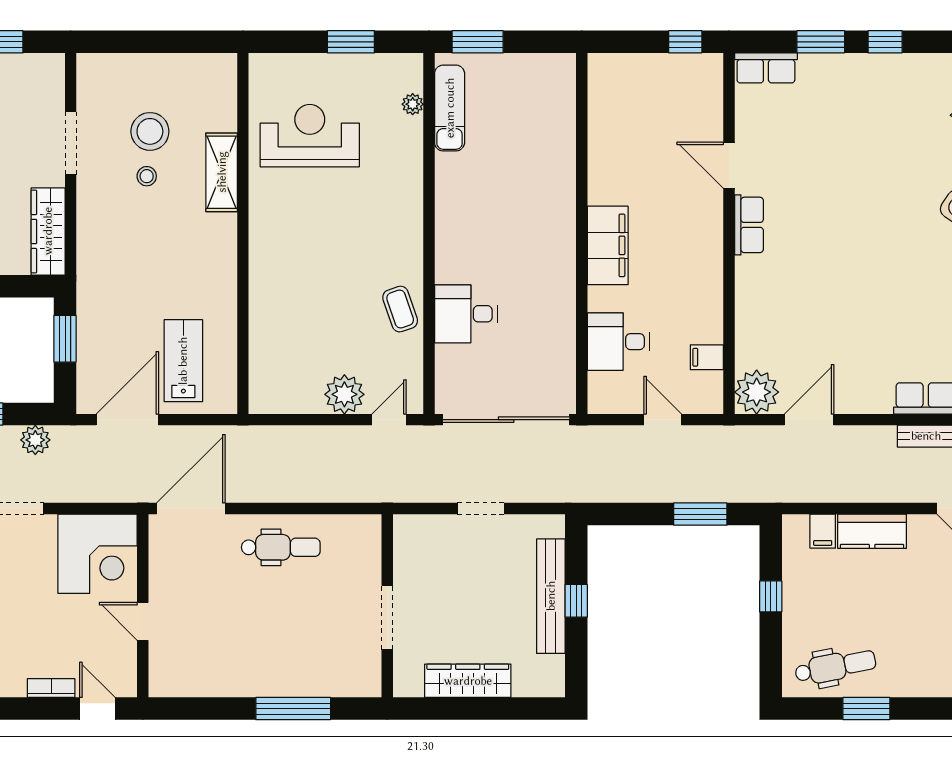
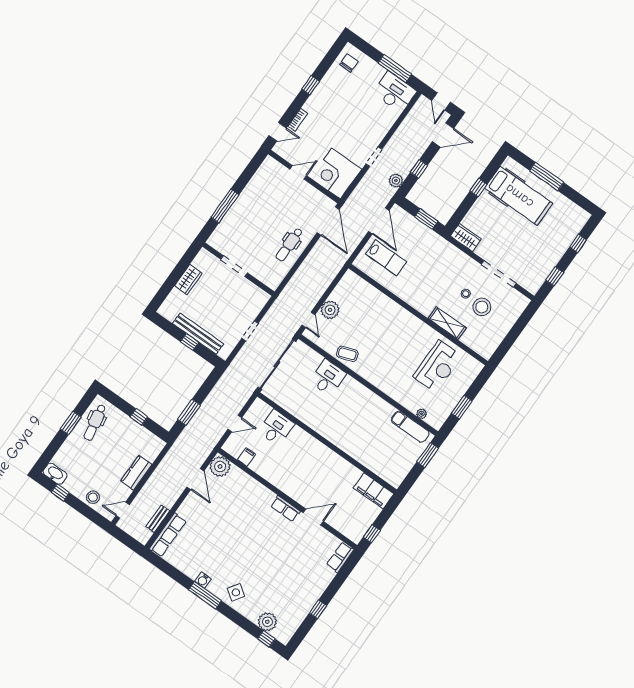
window: (821, 42) -> (335, 585), removed
doorway: (71, 143) -> (499, 274), width x1.36
wardrobe: (48, 231) -> (466, 238), width x0.67
filing cabinet: (608, 245) -> (374, 491), moved
filing cabinet: (823, 531) -> (150, 454), removed
wardrobe: (468, 681) -> (188, 279), width x0.67

